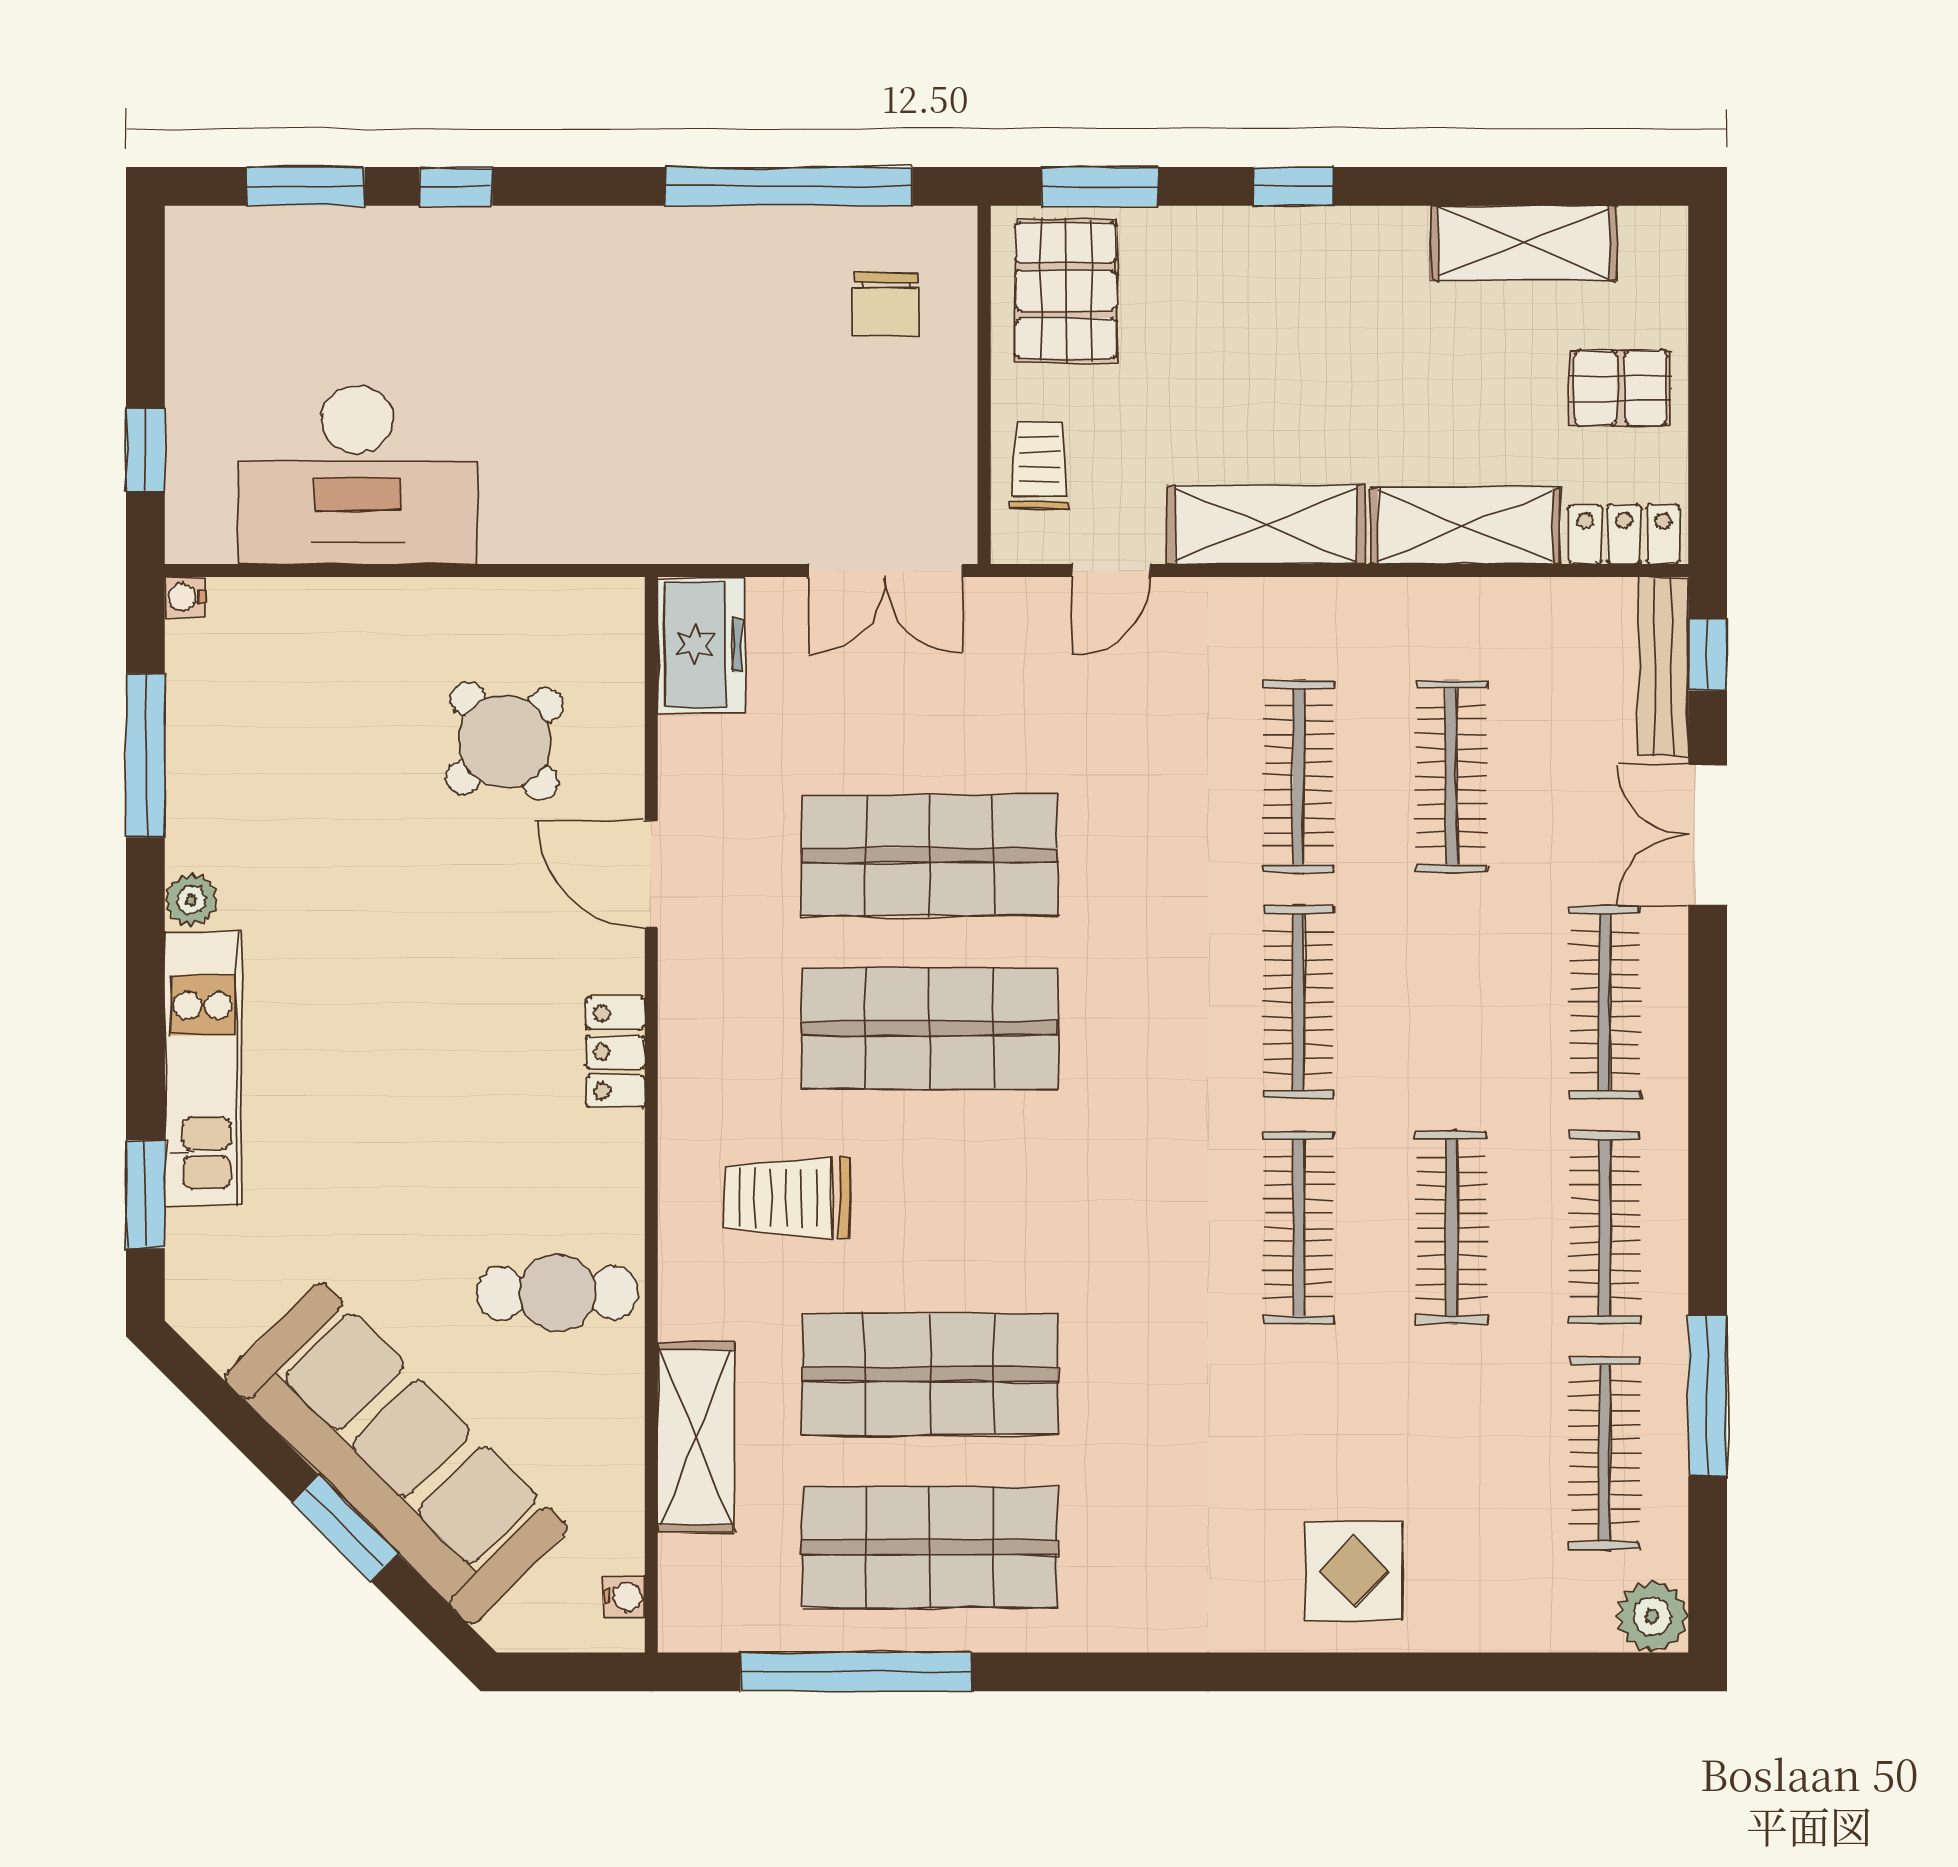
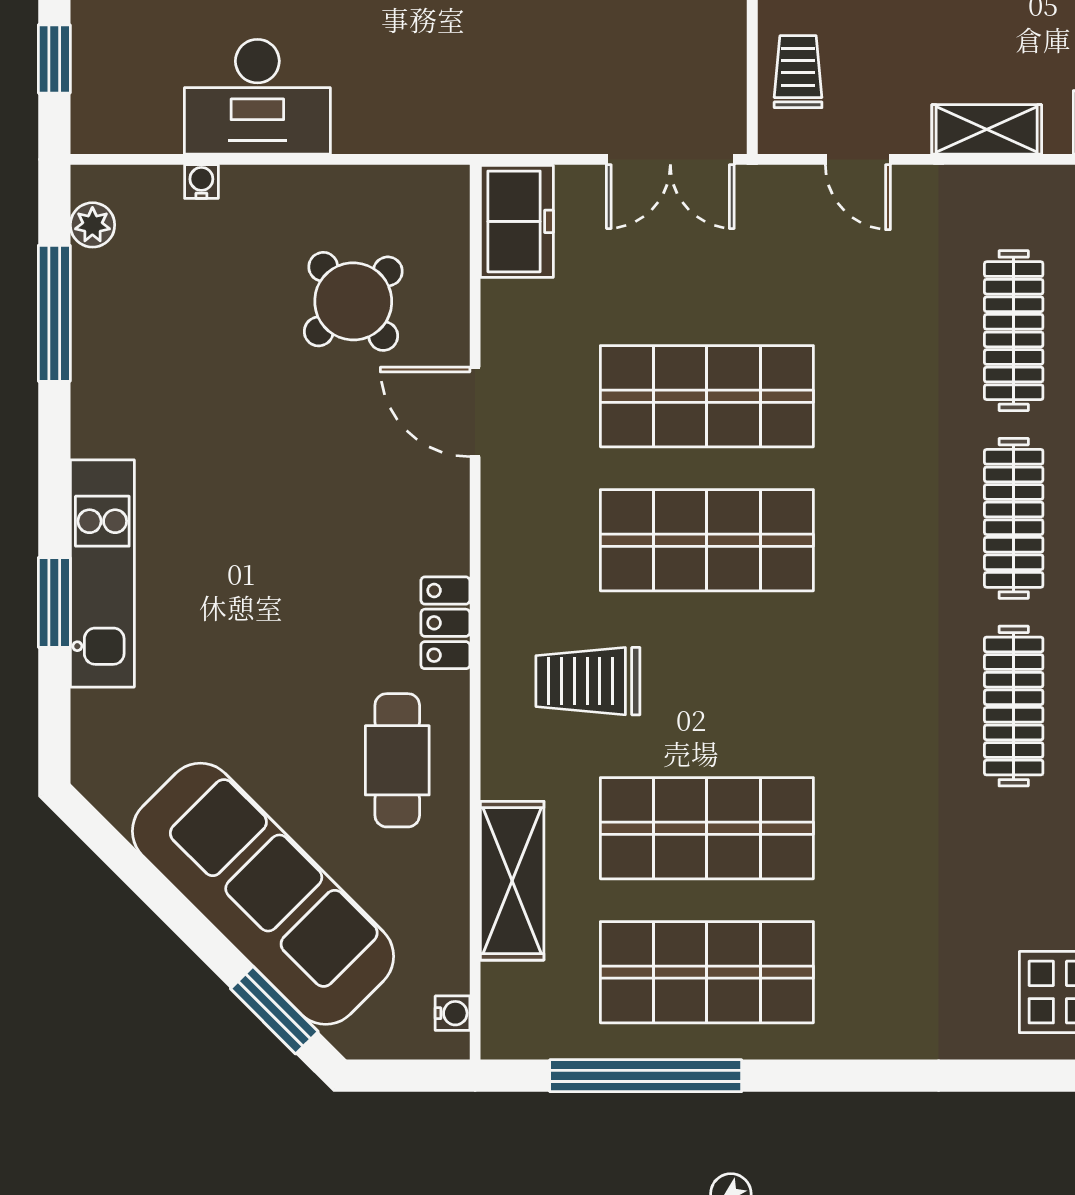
desk: (357, 475) -> (257, 97), width x0.73, depth x0.77
shelving: (1266, 525) -> (987, 129), width x0.67, depth x0.75
door: (1111, 571) -> (858, 159), hinge flipped
water cooler: (185, 597) -> (201, 182), moved, turned 90
plant: (191, 900) -> (92, 225), moved
locker: (615, 1052) -> (445, 623), moved
window: (145, 1194) -> (54, 602), moved
cafe table: (557, 1293) -> (397, 760), turned 90
window: (345, 1528) -> (274, 1010), moved

